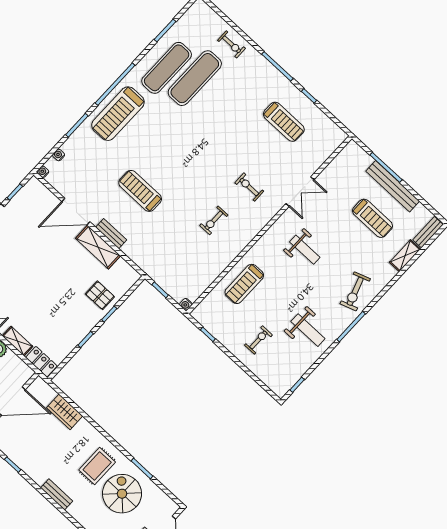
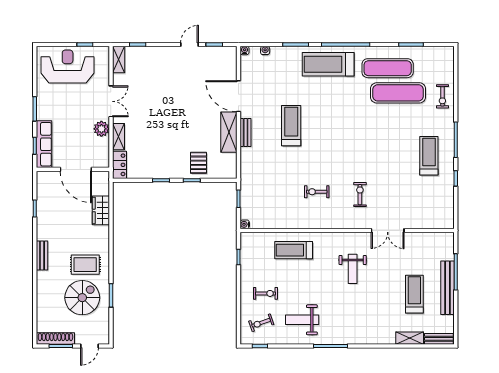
treadmill: (284, 122) -> (429, 156), moved, turned 180
treadmill: (372, 218) -> (414, 294), turned 180
exercise bike: (355, 291) -> (261, 323), moved, width x0.73, depth x0.72
weight bench: (308, 330) -> (302, 320), turned 90

